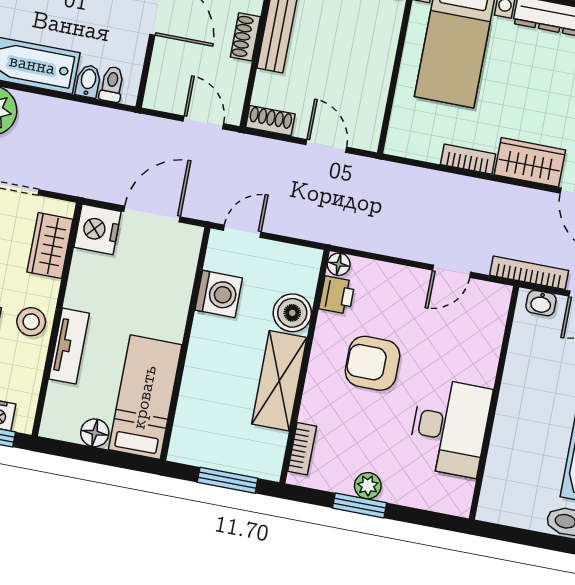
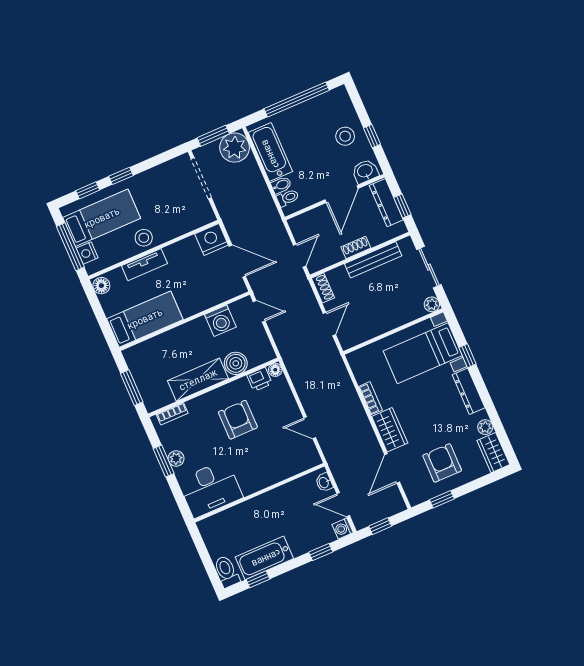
wardrobe: (50, 246) -> (188, 221), removed
bookcase: (529, 273) -> (335, 466), removed
desk: (450, 427) -> (210, 489), moved
floor lamp: (95, 433) -> (101, 286), moved

